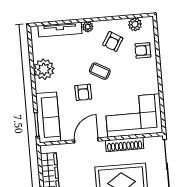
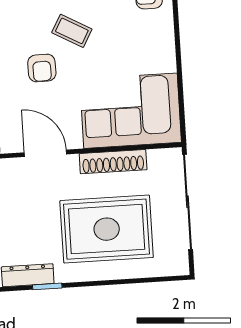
door: (86, 140) -> (45, 153), hinge flipped

